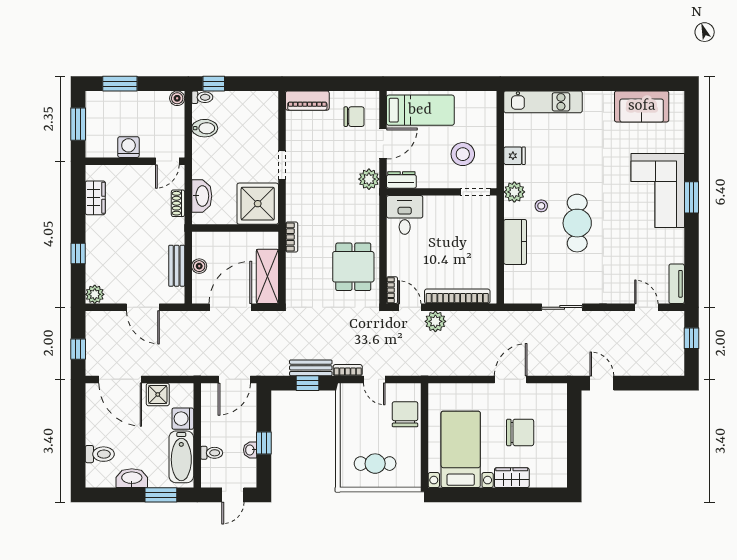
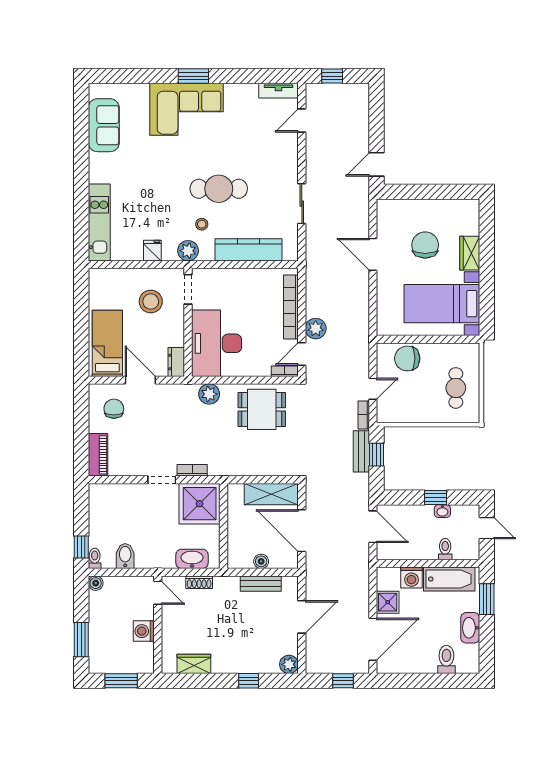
plant: (369, 179) -> (209, 394), moved
desk: (405, 215) -> (216, 343), width x1.87, depth x1.30
bookcase: (292, 237) -> (192, 470), moved
kitchen counter: (515, 242) -> (248, 250), width x1.50

